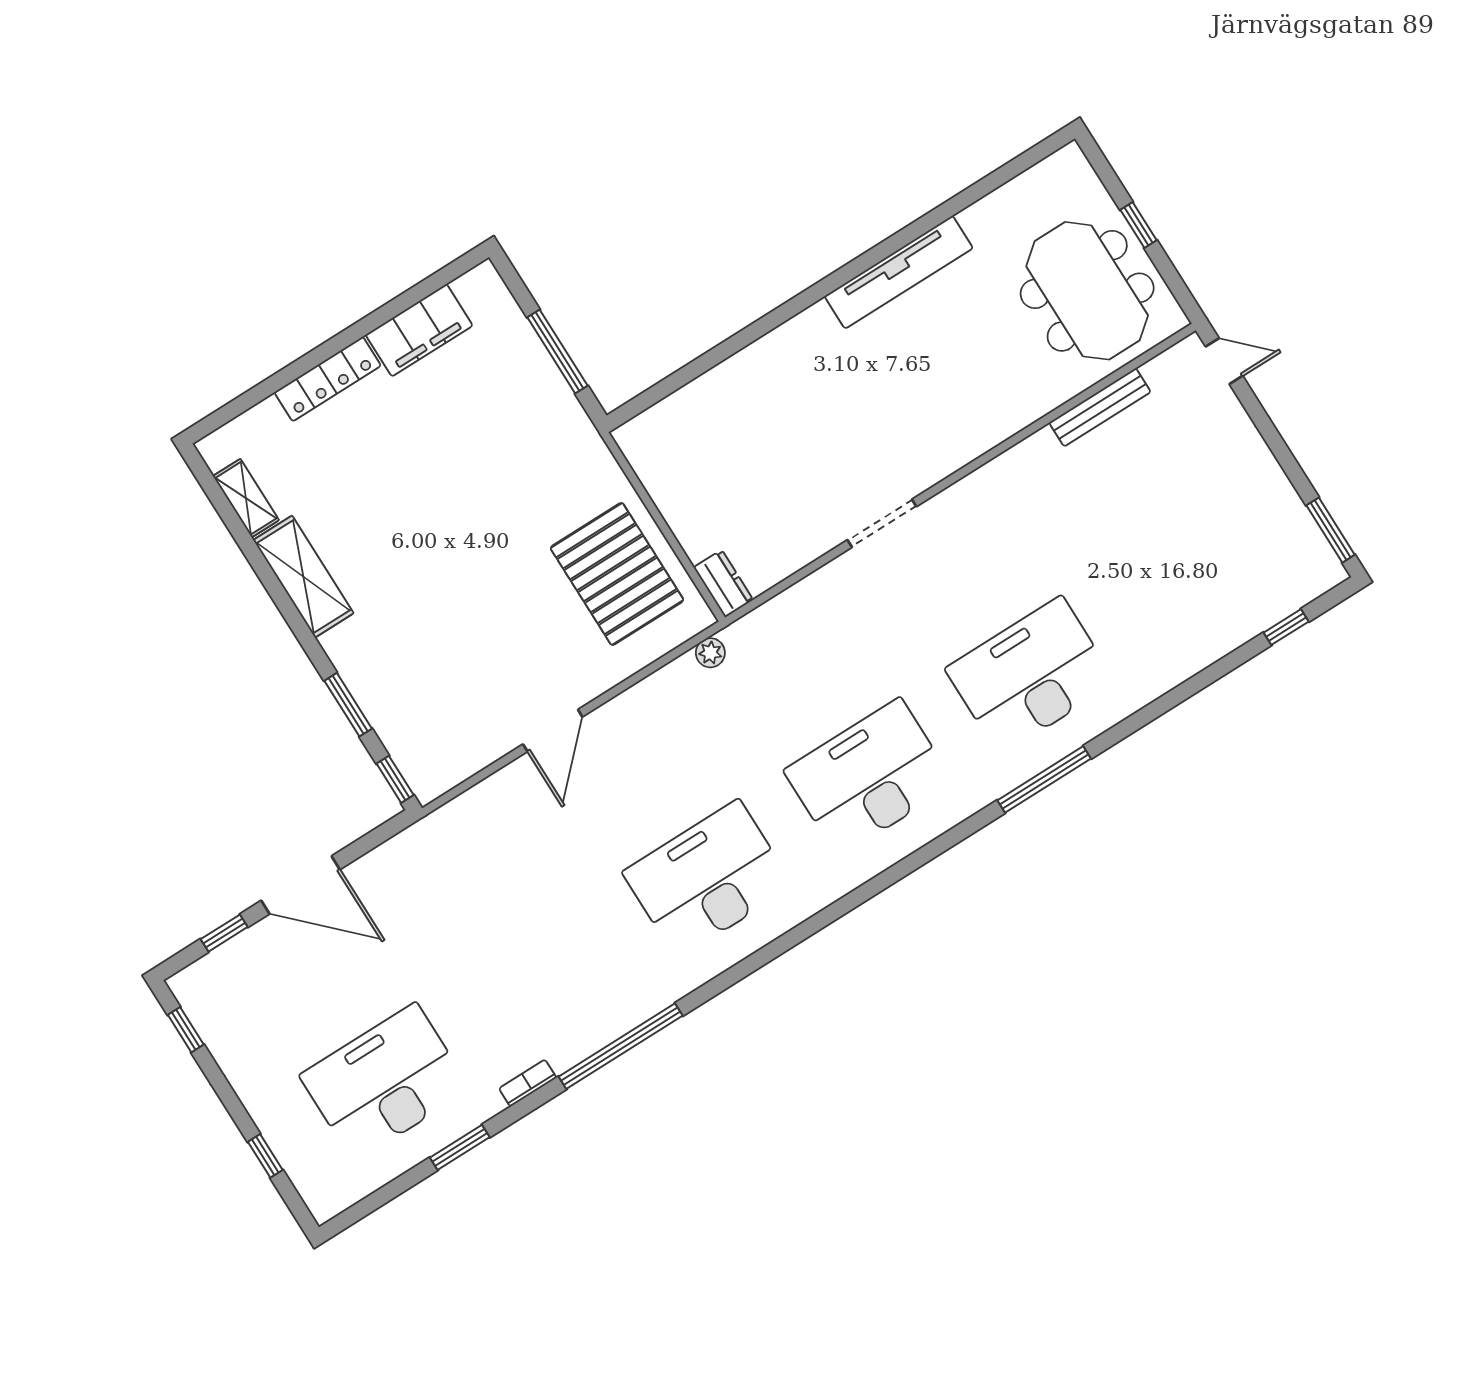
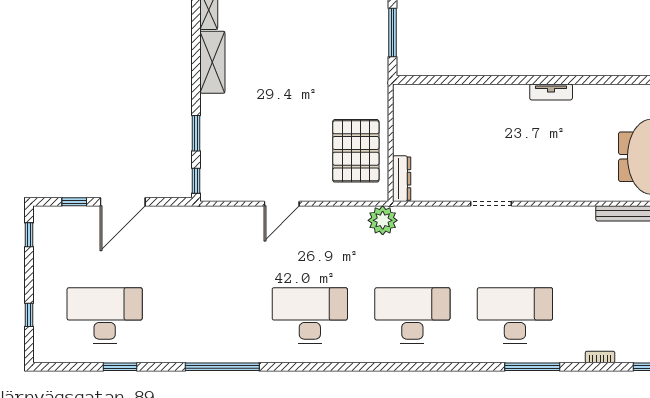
tv unit: (899, 272) -> (551, 92), width x0.52, depth x0.78
dresser: (723, 584) -> (402, 179), width x1.44
plant: (710, 653) -> (383, 220), width x1.88, depth x1.88
window: (1044, 779) -> (532, 367), moved
door: (301, 885) -> (123, 202), hinge flipped
bookcase: (528, 1083) -> (600, 357), moved

